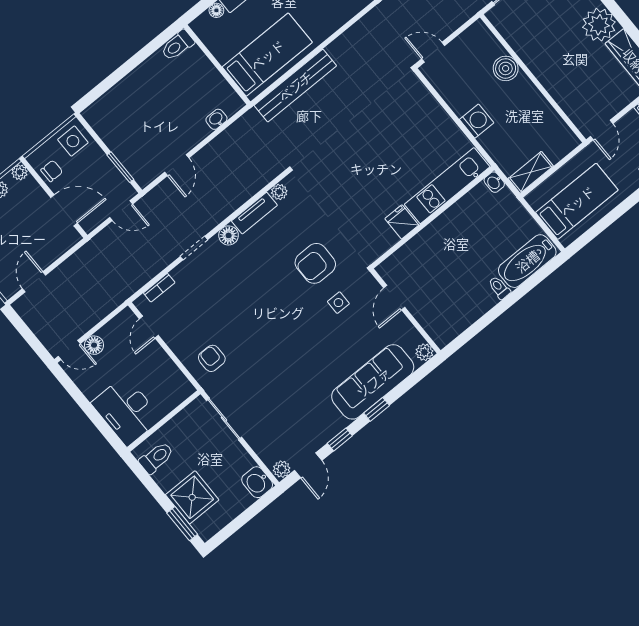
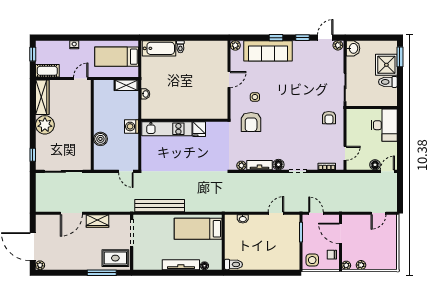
bench: (295, 86) -> (160, 206), moved
kitchen unit: (447, 186) -> (167, 129), moved
wall: (432, 217) -> (184, 120), moved
fridge: (402, 222) -> (199, 129), moved
armchair: (315, 263) -> (251, 122), turned 90
door: (69, 350) -> (387, 171), hinge flipped
toilet: (156, 458) -> (388, 82), moved

